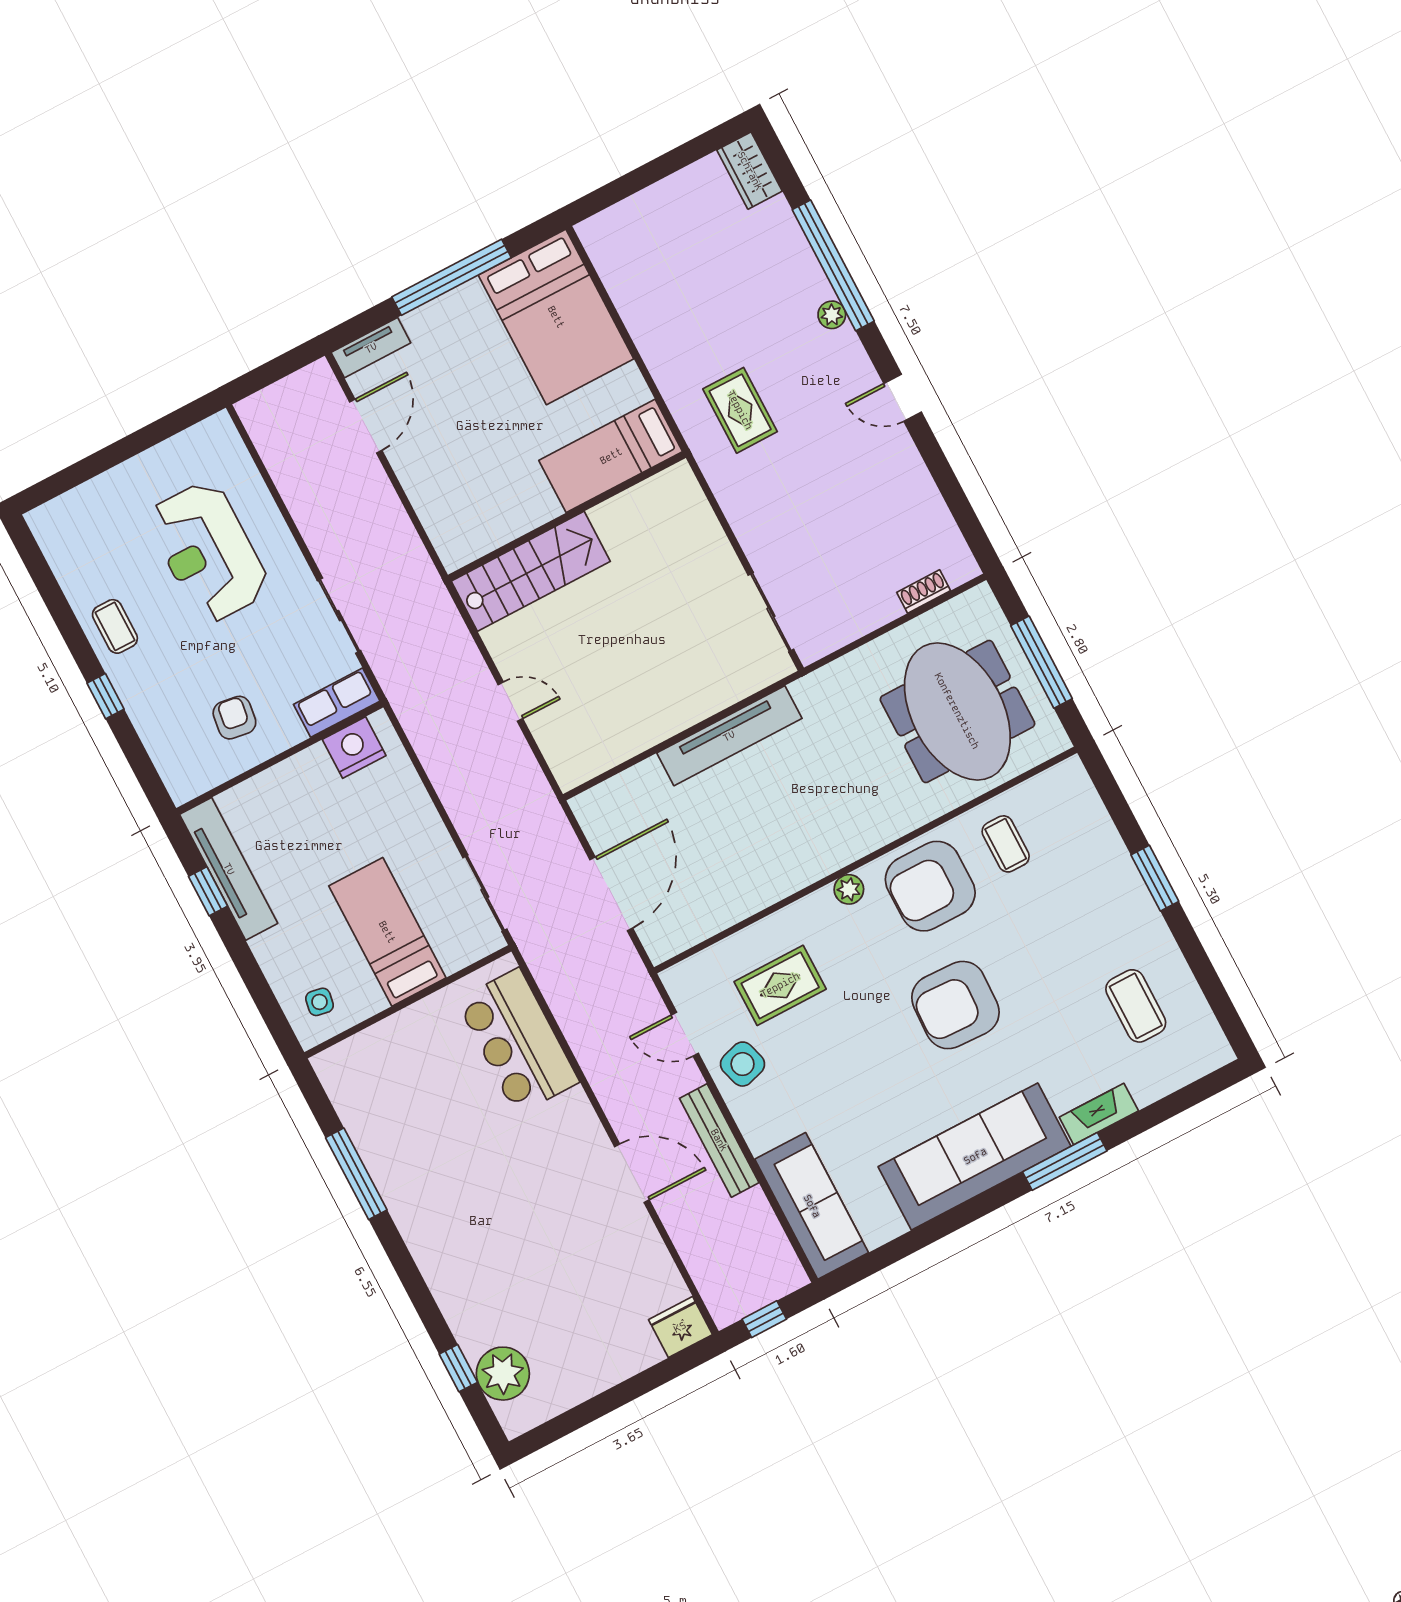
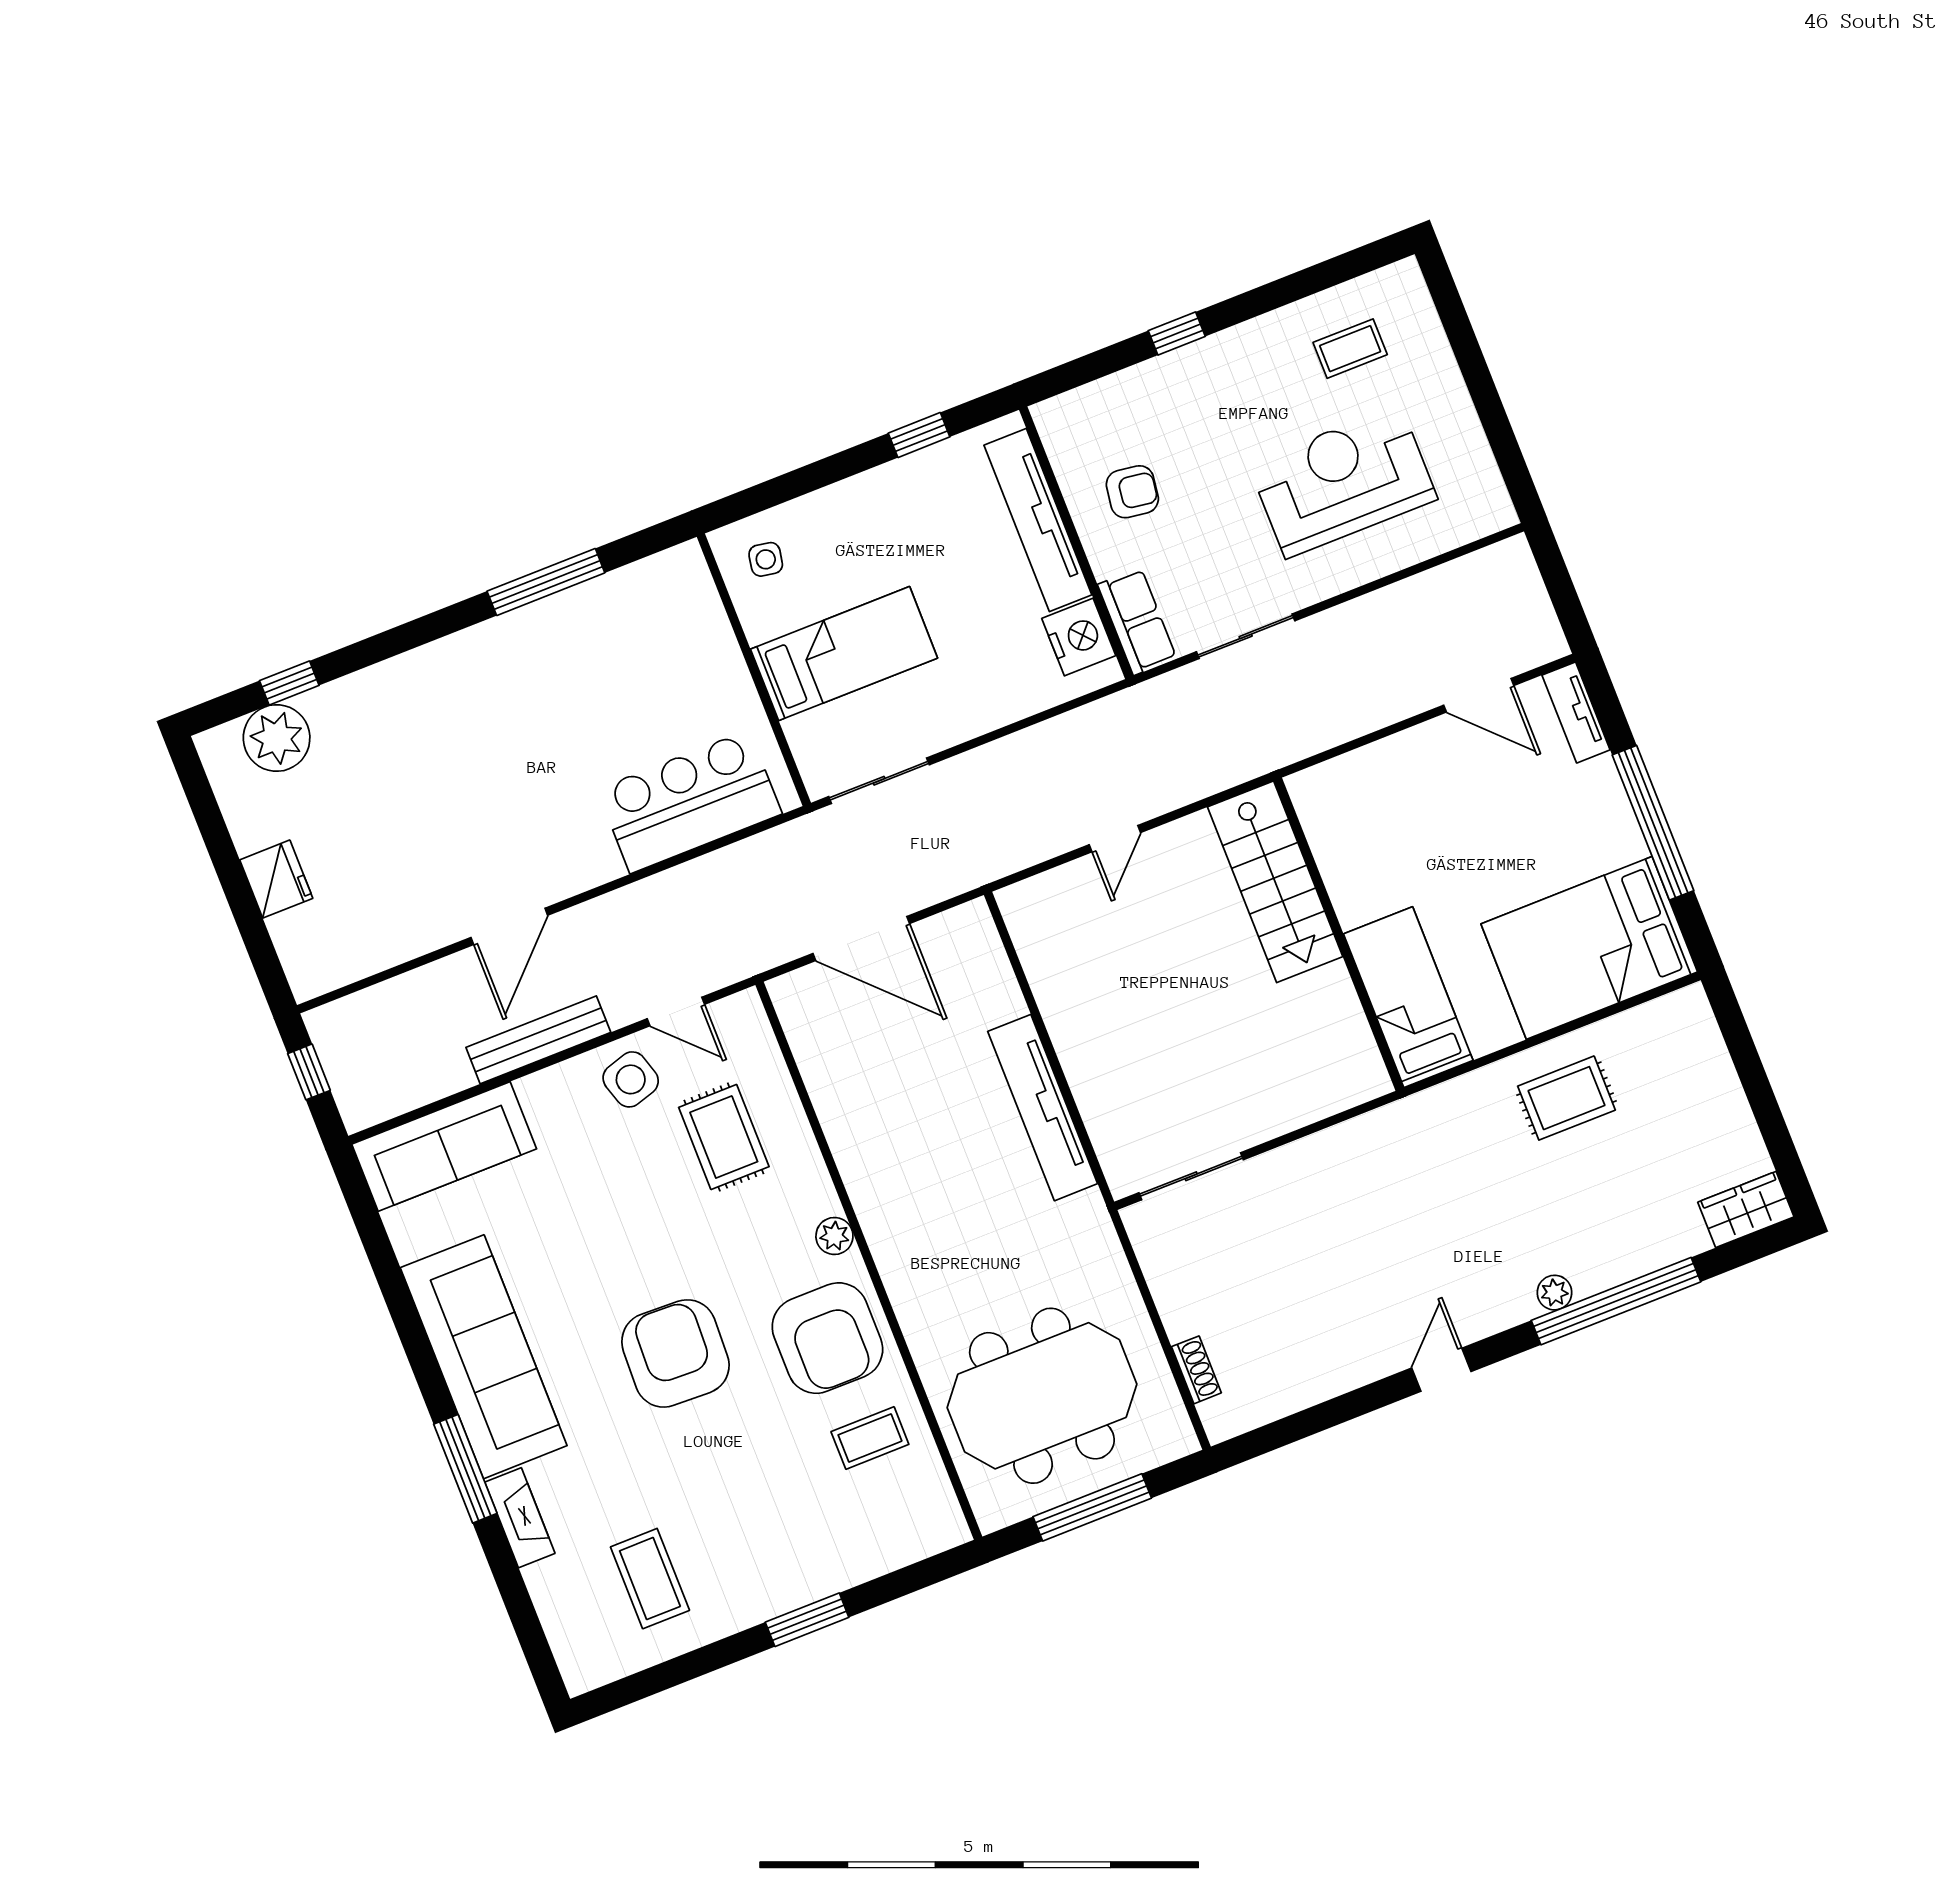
rug: (740, 410) -> (1566, 1098), moved
coffee table: (115, 626) -> (1350, 349), moved
tv unit: (229, 869) -> (1038, 520), moved, turned 90
armchair: (930, 886) -> (827, 1338), turned 180
coffee table: (1136, 1006) -> (650, 1579), turned 90
door: (685, 1034) -> (676, 1012), swing flipped
fridge: (680, 1327) -> (276, 879), moved

